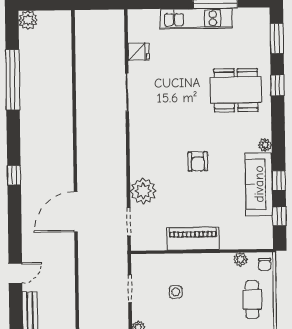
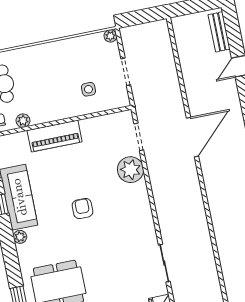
piano: (193, 239) -> (55, 136), moved
side table: (176, 292) -> (88, 89), moved

